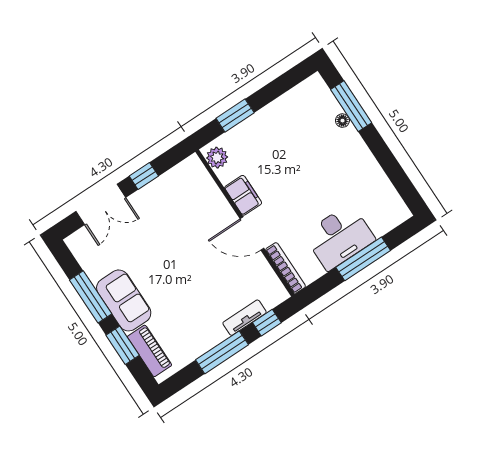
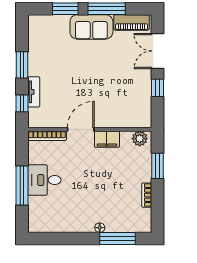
bookcase: (278, 106) -> (147, 195), added
floor lamp: (342, 121) -> (100, 228), moved
desk: (339, 237) -> (44, 180), width x0.73
piano: (150, 351) -> (132, 22), moved
window: (222, 352) -> (22, 65), width x0.69

